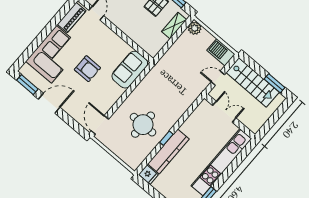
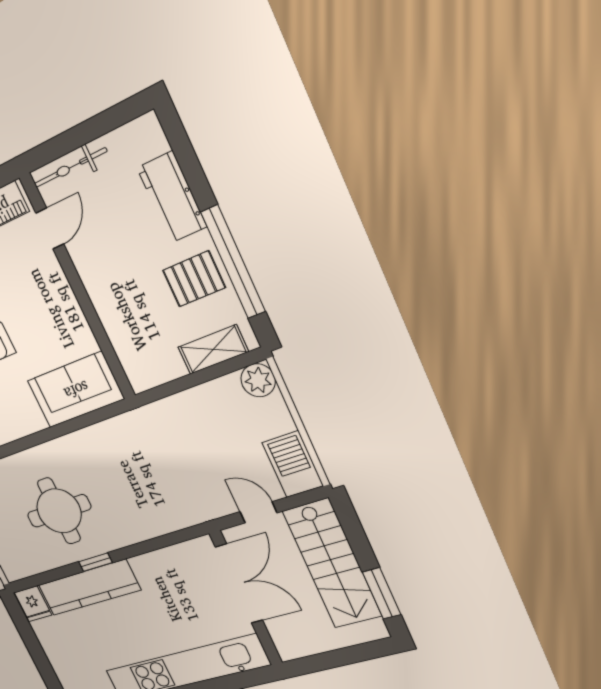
double door: (224, 112) -> (239, 584), width x1.37

